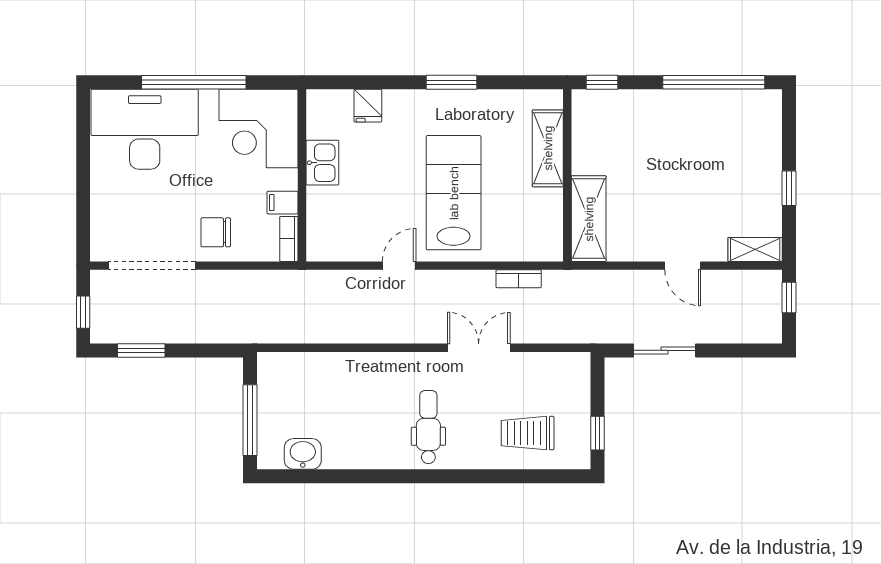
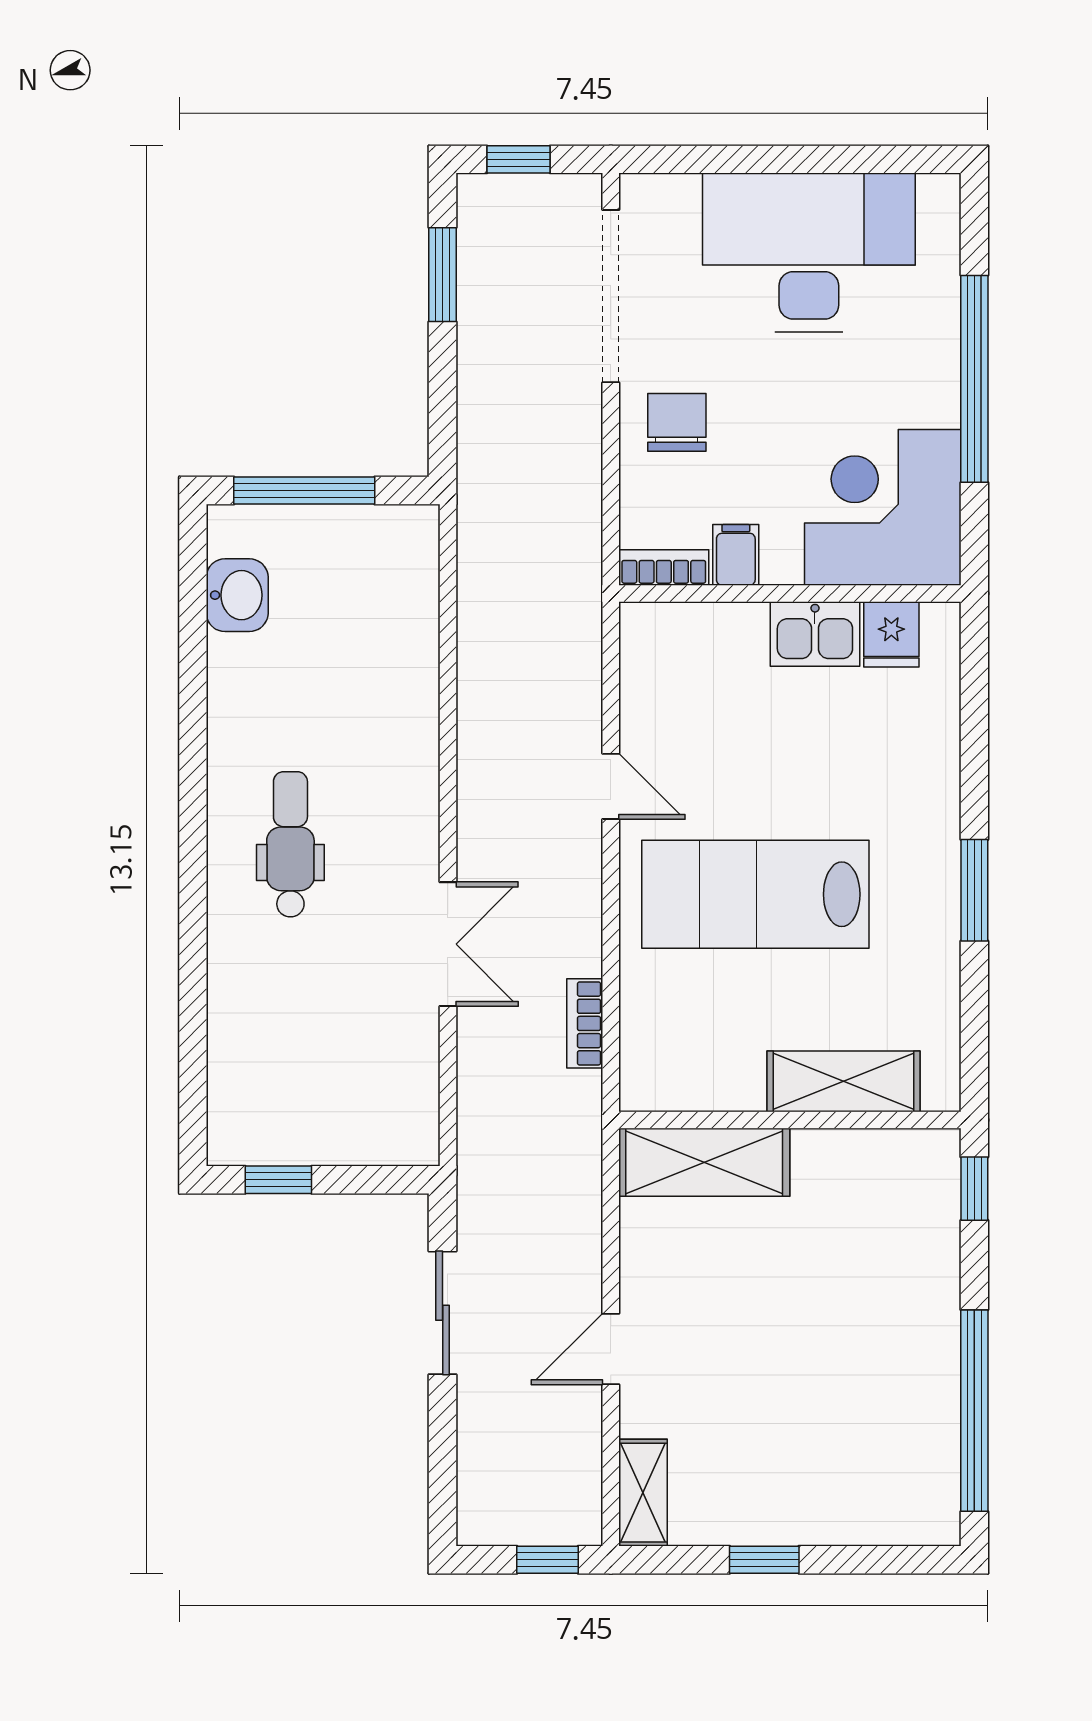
fridge: (368, 106) -> (891, 634), moved, turned -90
desk: (145, 129) -> (809, 252), moved, turned -90
lab bench: (454, 193) -> (755, 894), turned 180
dental chair: (428, 427) -> (290, 844), turned -90
trolley: (528, 433) -> (278, 1041), removed

